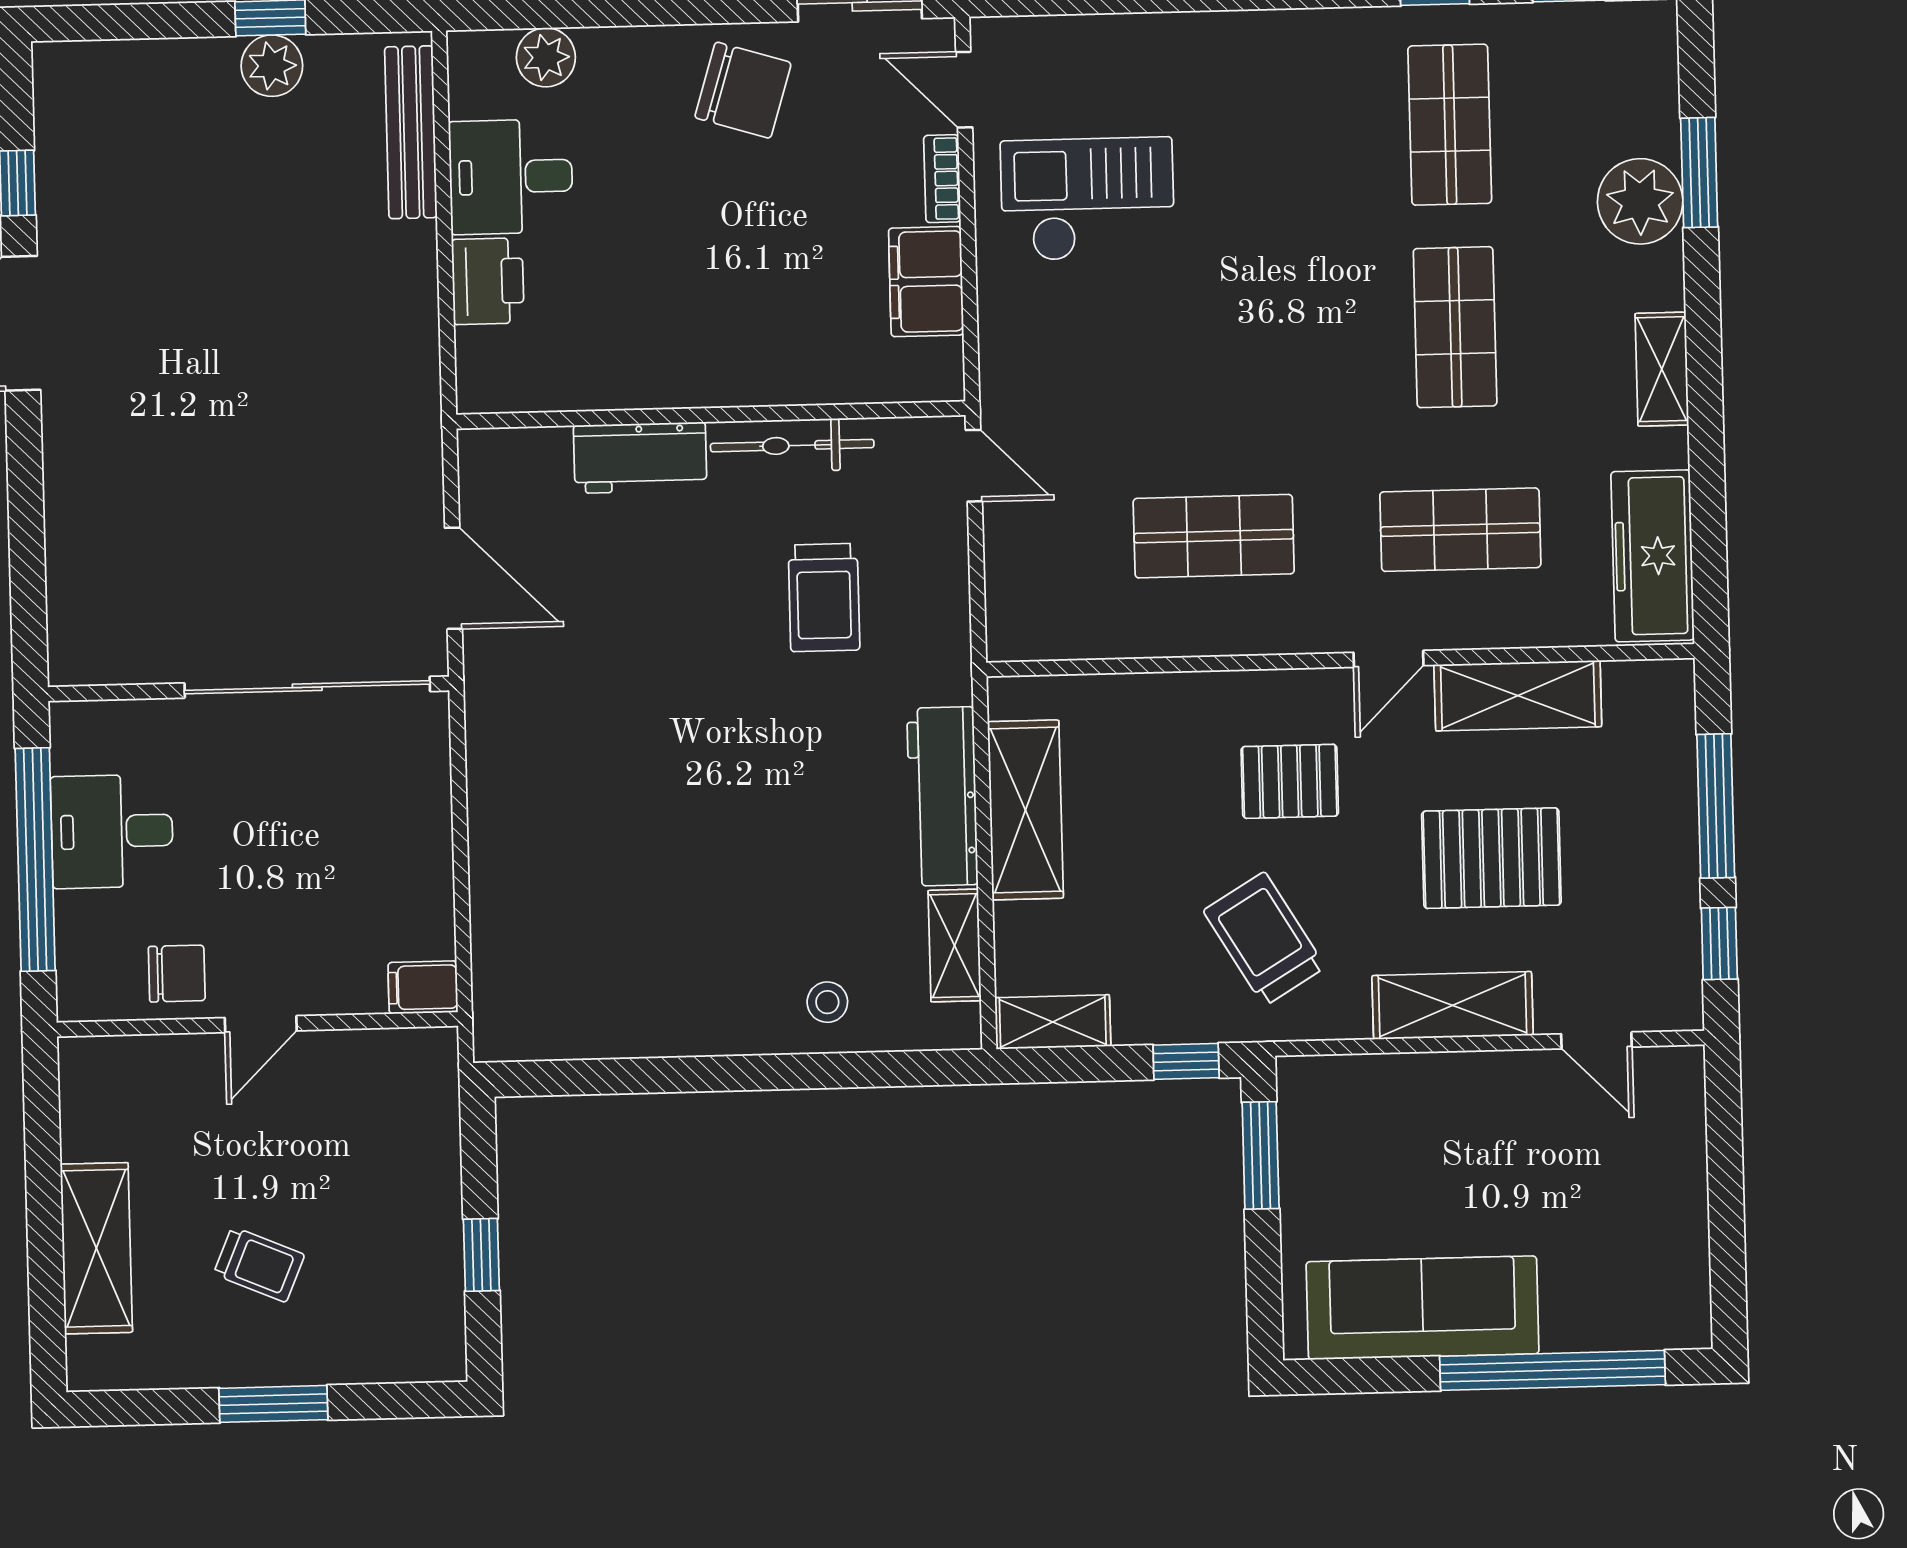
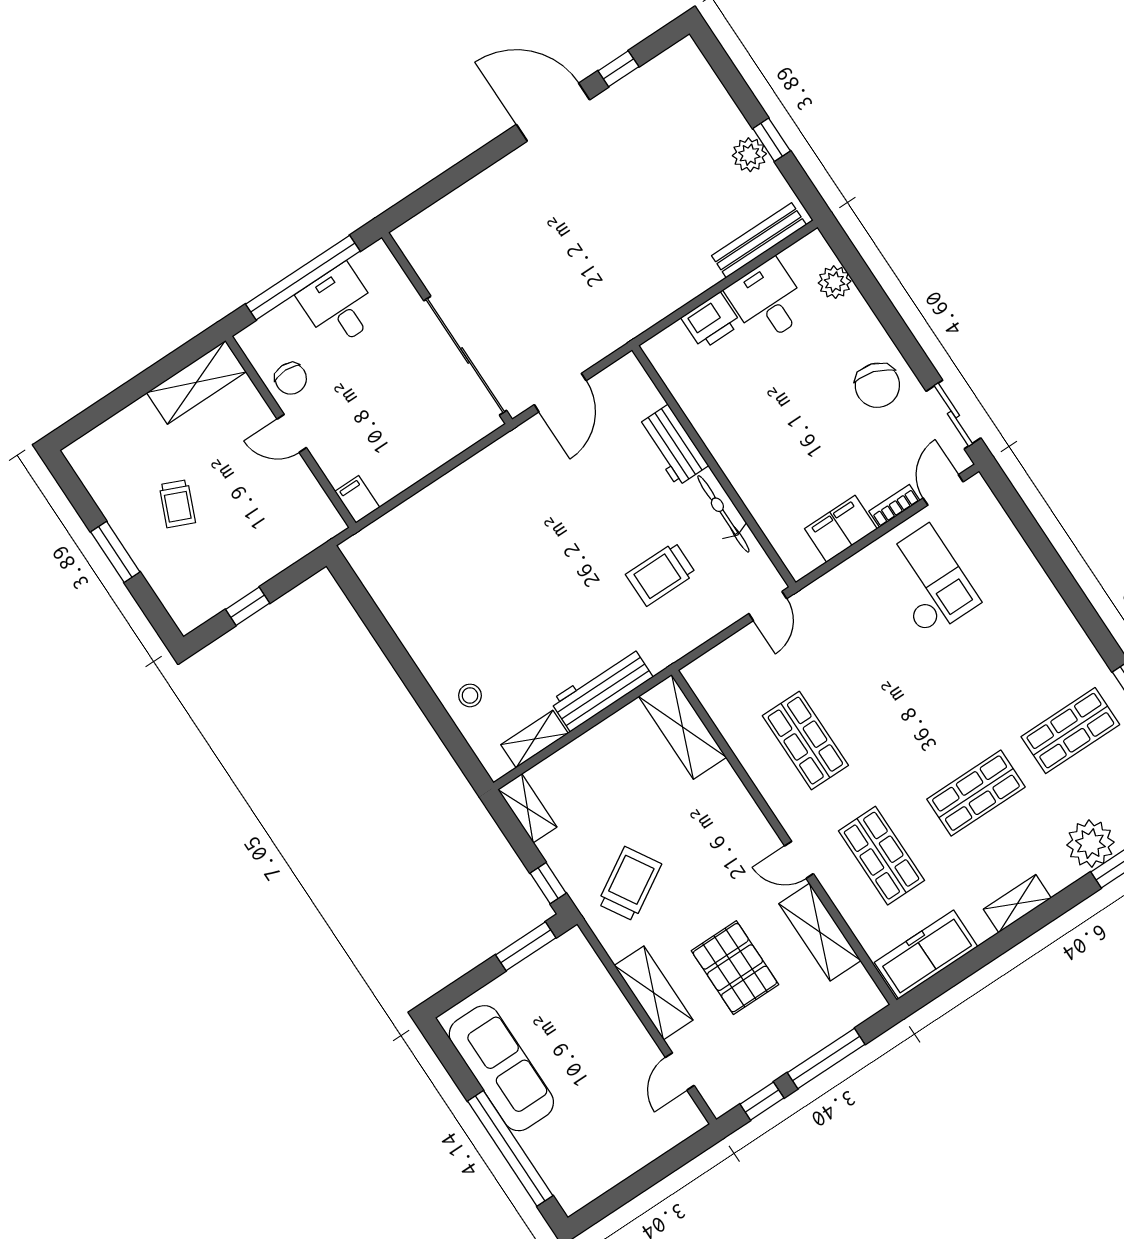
pallet: (1290, 781) -> (712, 849), removed
shelving: (1025, 810) -> (682, 727), moved, turned 90
shelving: (96, 1248) -> (196, 382), moved

